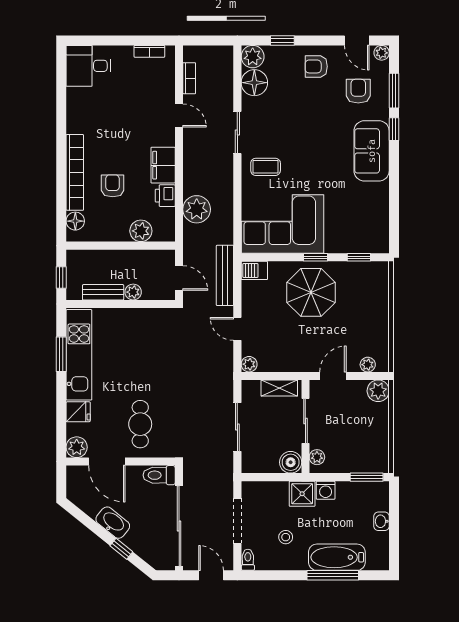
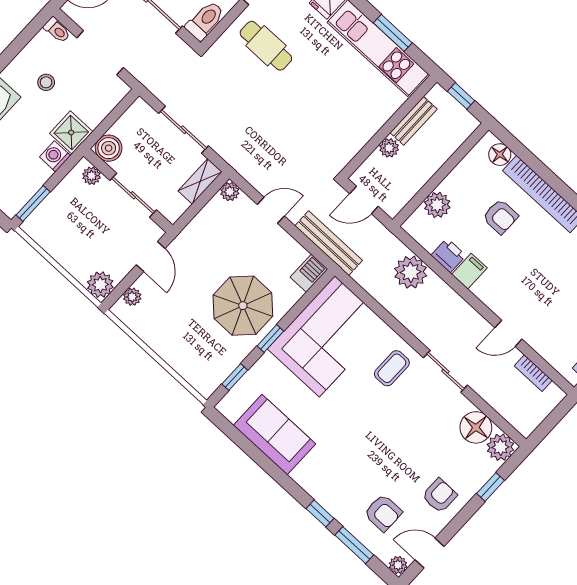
sofa: (372, 151) -> (274, 435), moved
filing cabinet: (163, 165) -> (469, 271), width x0.50
shelving: (279, 388) -> (200, 181), moved

